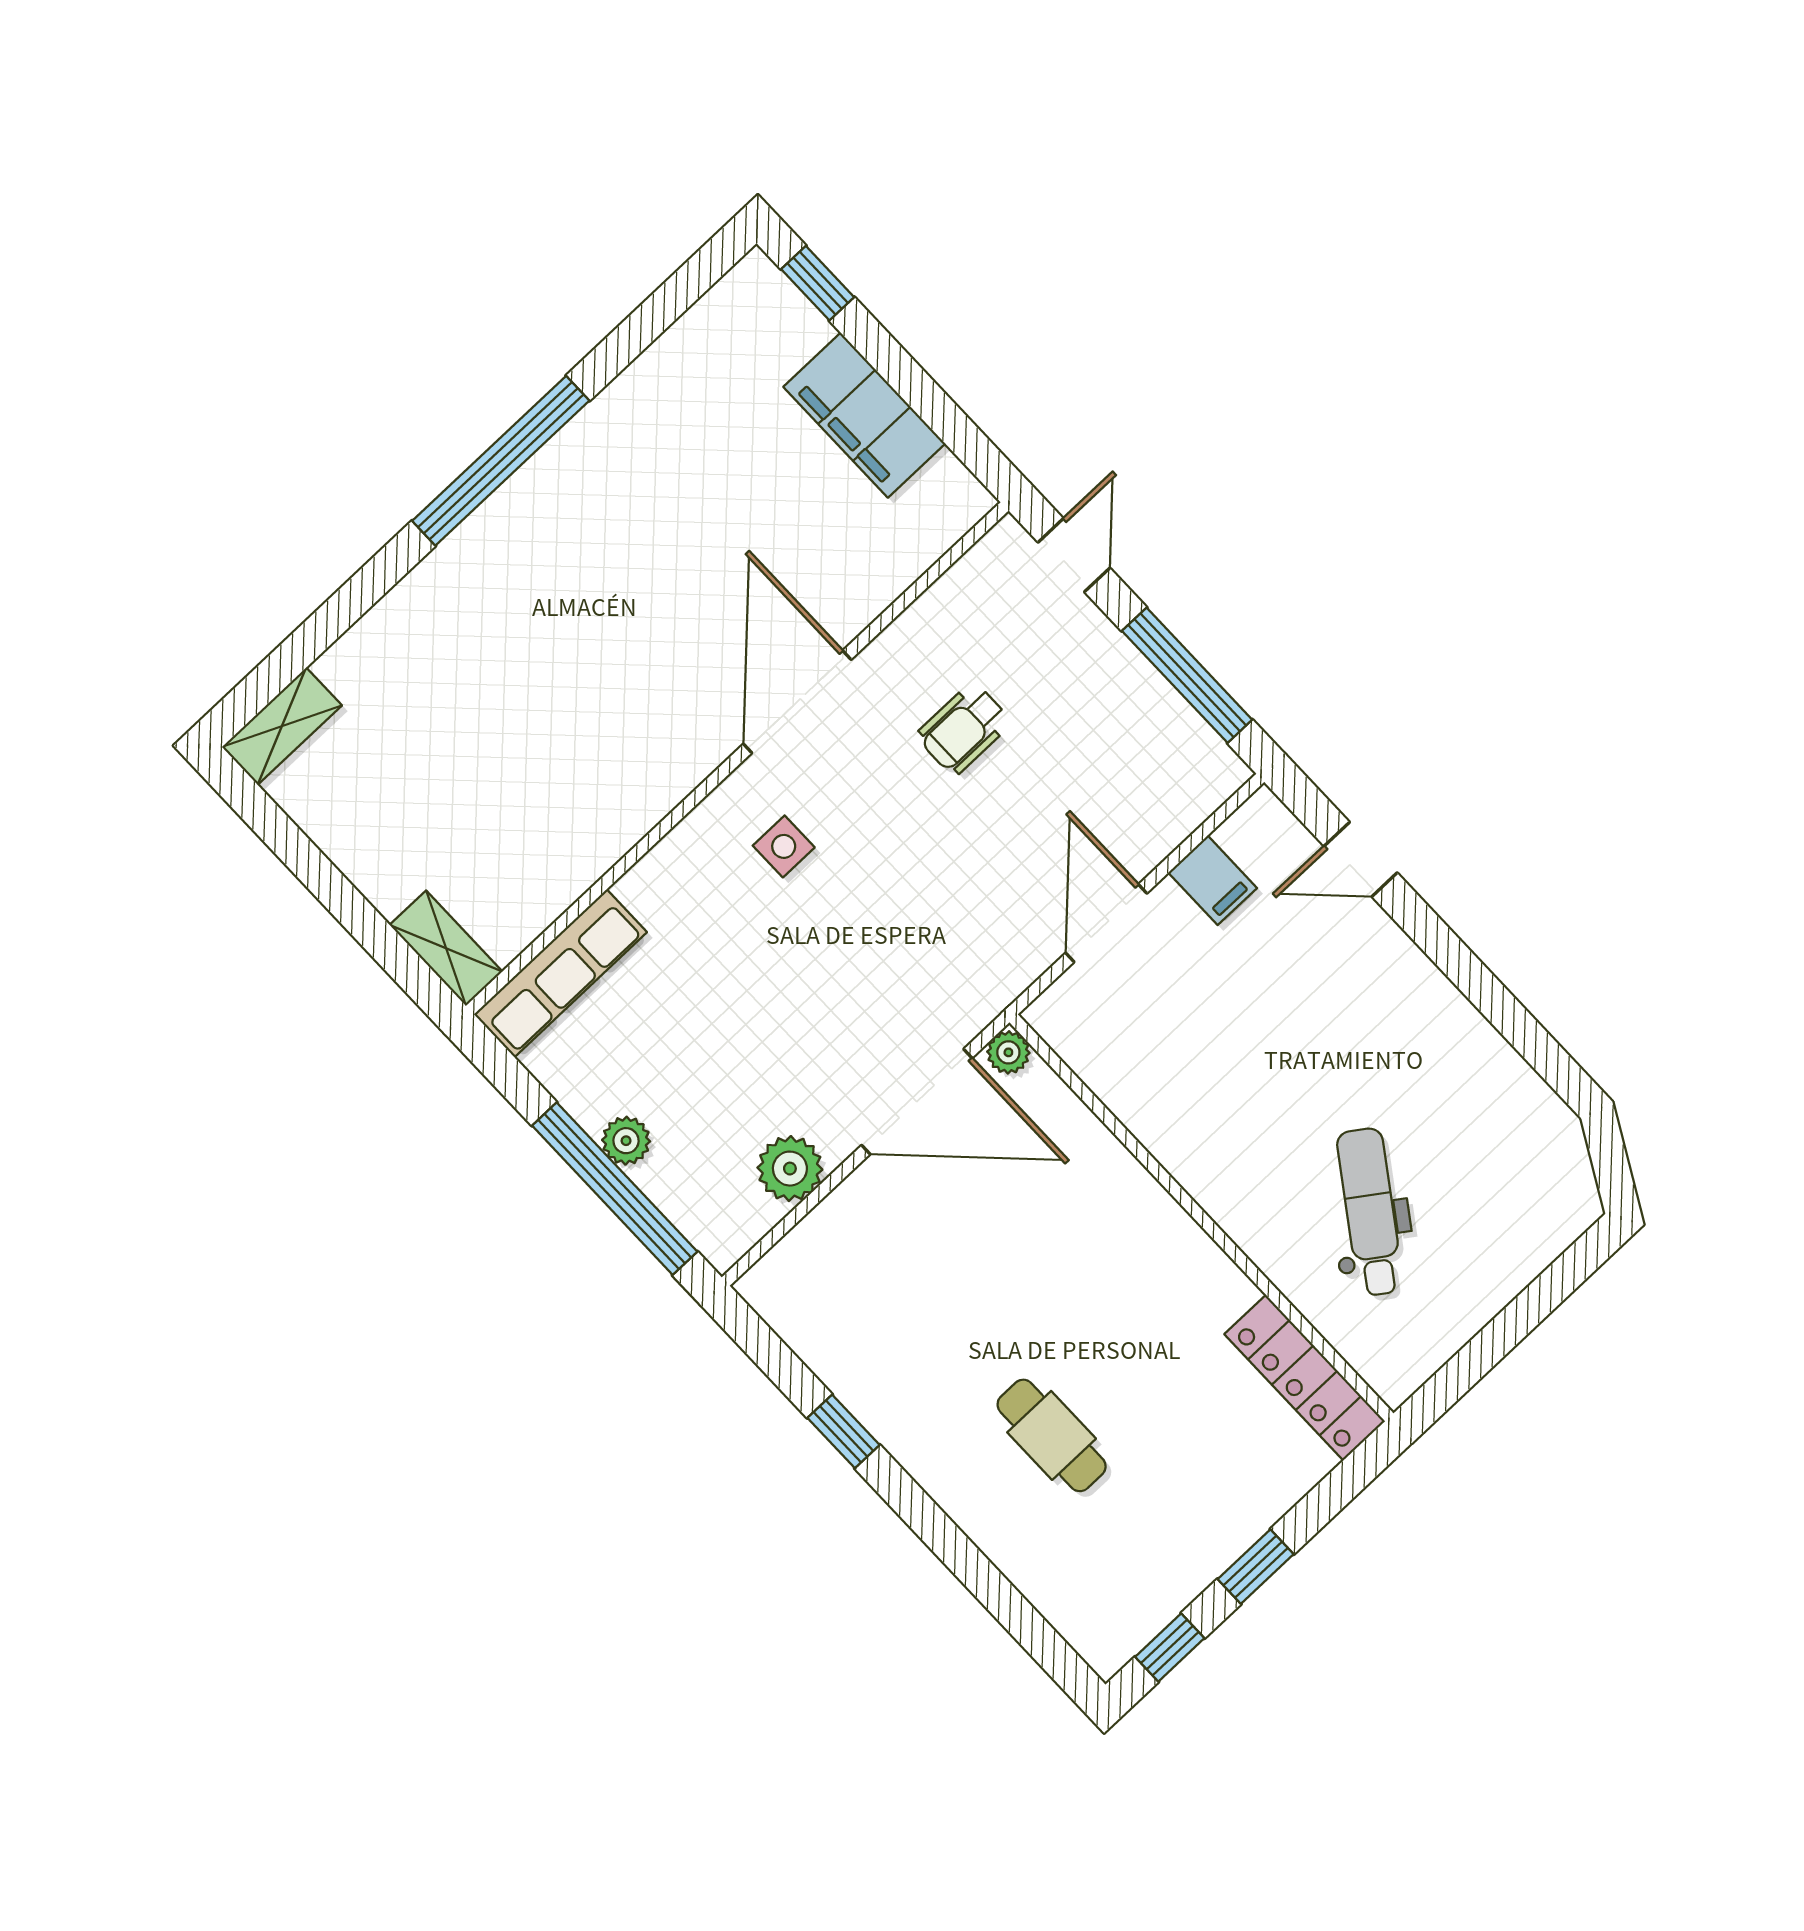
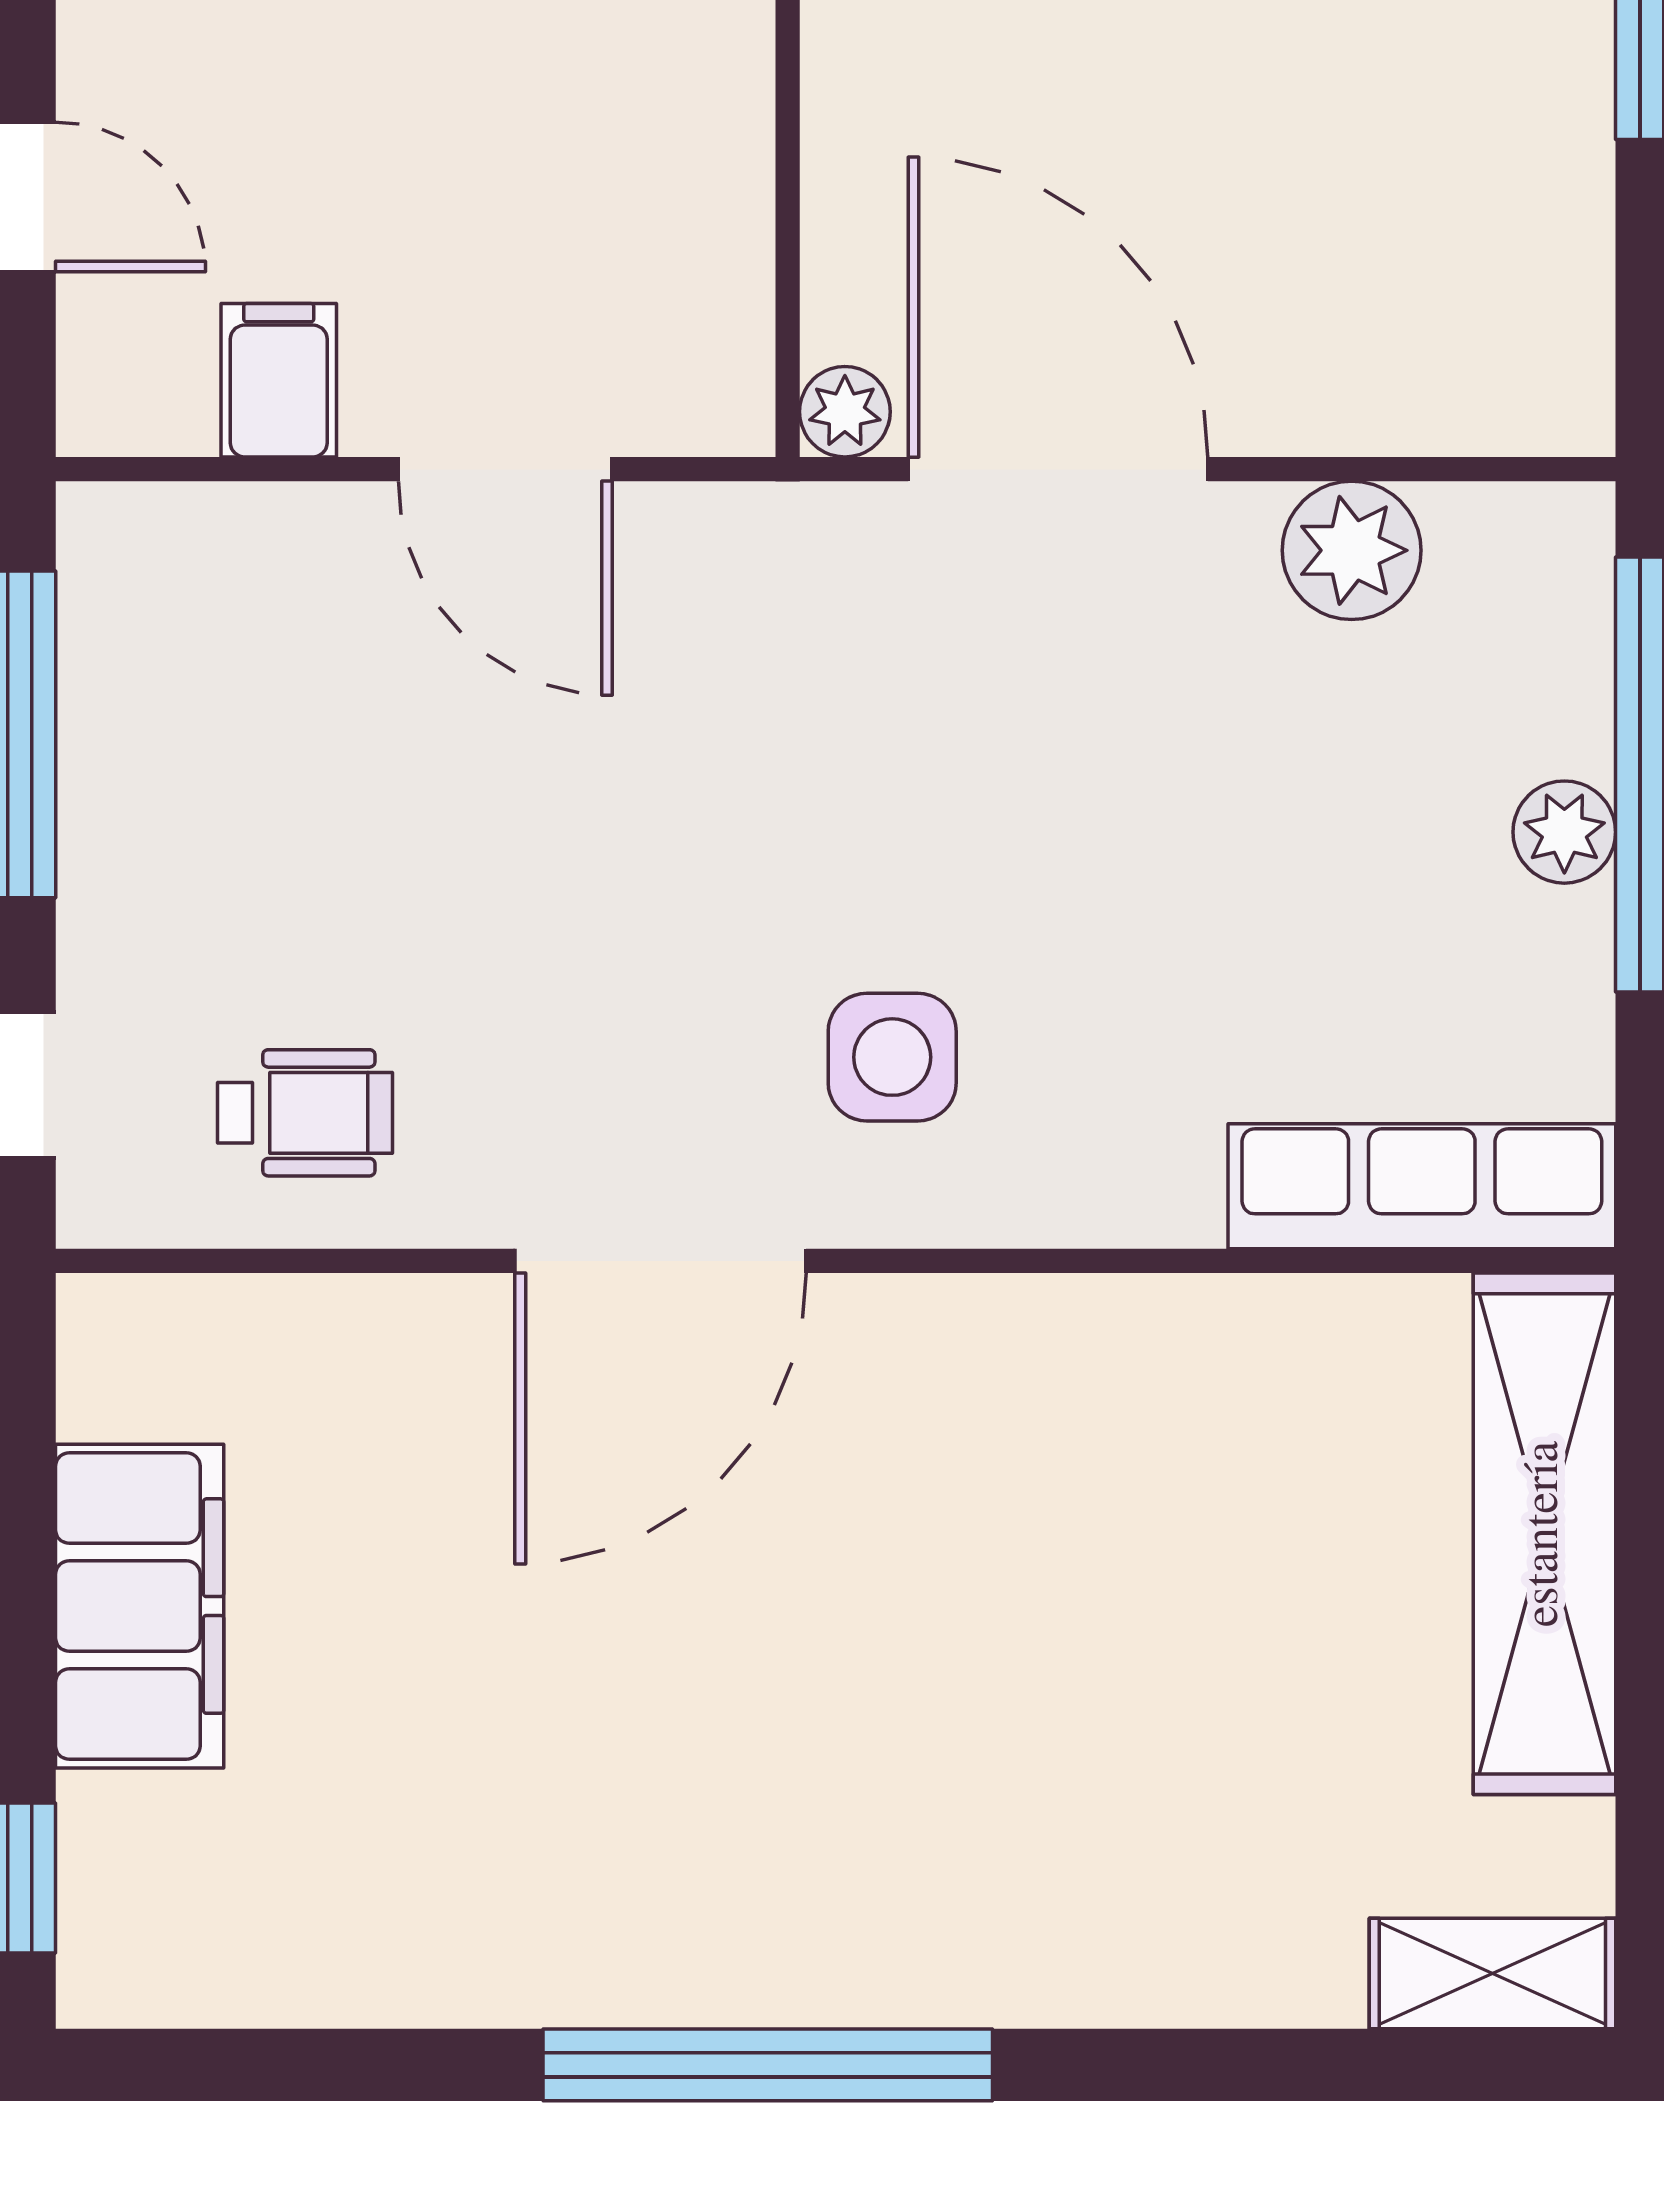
wheelchair: (964, 729) -> (305, 1113), moved
side table: (784, 846) -> (892, 1057), width x1.37, depth x1.37
door: (1106, 923) -> (505, 469), hinge flipped
shelving: (446, 948) -> (1544, 1534), width x2.20, depth x1.33

